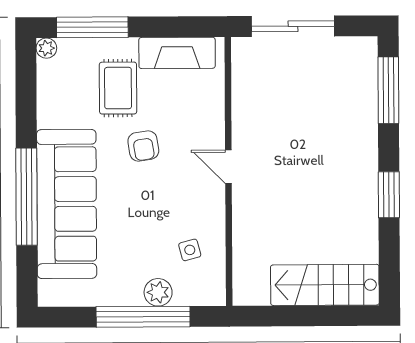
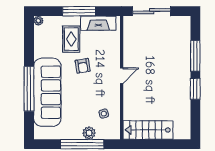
window: (92, 27) -> (79, 11), moved
window: (388, 90) -> (195, 56), moved
door: (228, 167) -> (122, 76), swing flipped
stairs: (325, 285) -> (148, 130), moved

